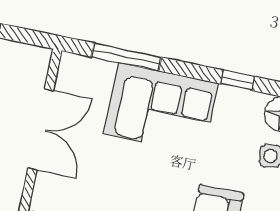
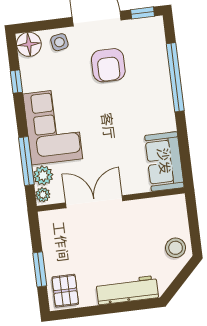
plant: (74, 64) -> (43, 195), added
plant: (99, 73) -> (43, 175), added

